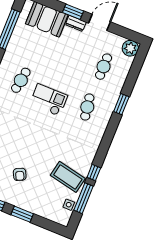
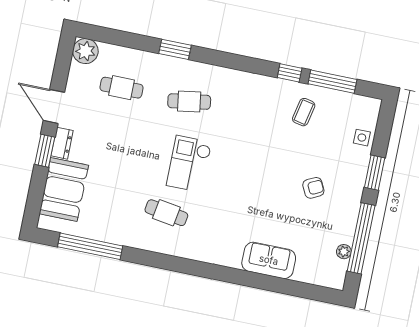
coffee table: (68, 177) -> (304, 112), width x0.54, depth x0.58
side table: (69, 205) -> (362, 138), moved

